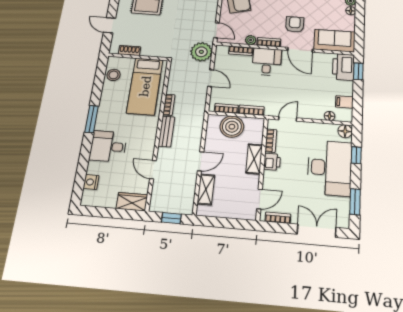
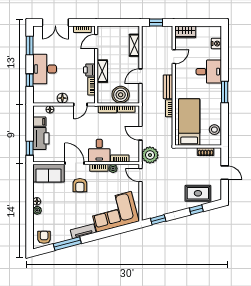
printer: (343, 67) -> (41, 138), moved
floor lamp: (345, 131) -> (62, 98), moved
door: (201, 161) -> (140, 76), moved
desk: (330, 168) -> (45, 69), width x0.73, depth x0.77
door: (153, 170) -> (174, 57), hinge flipped

